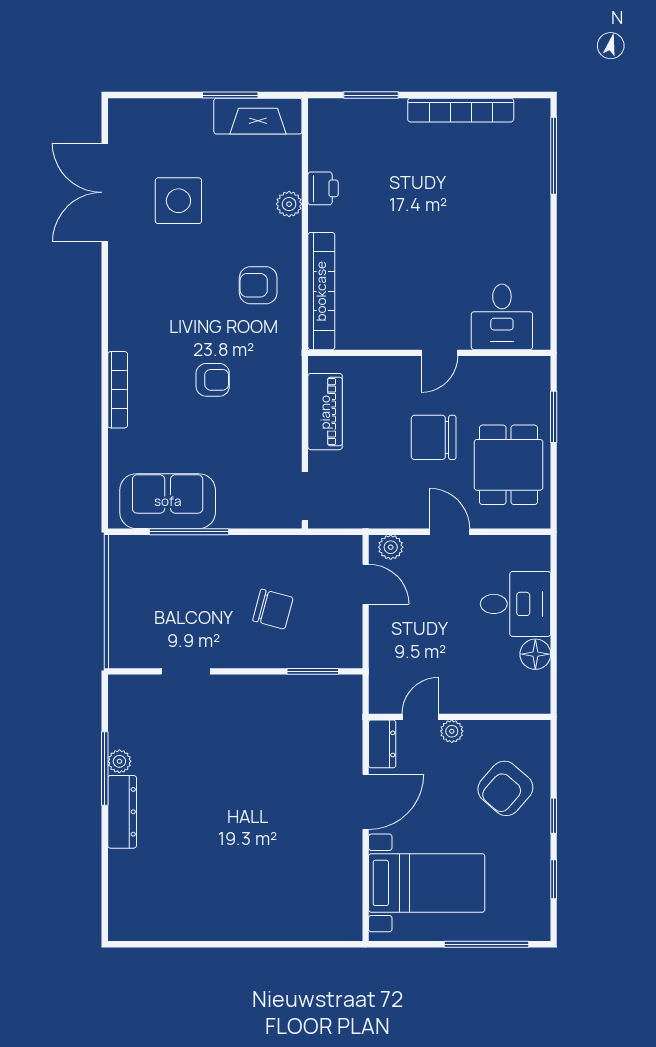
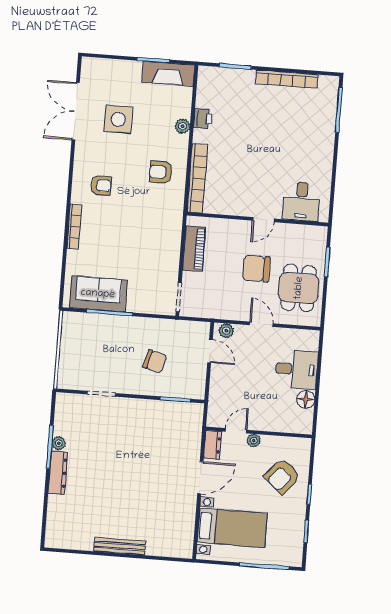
armchair: (213, 380) -> (101, 185), moved
bench: (237, 929) -> (120, 546), added

